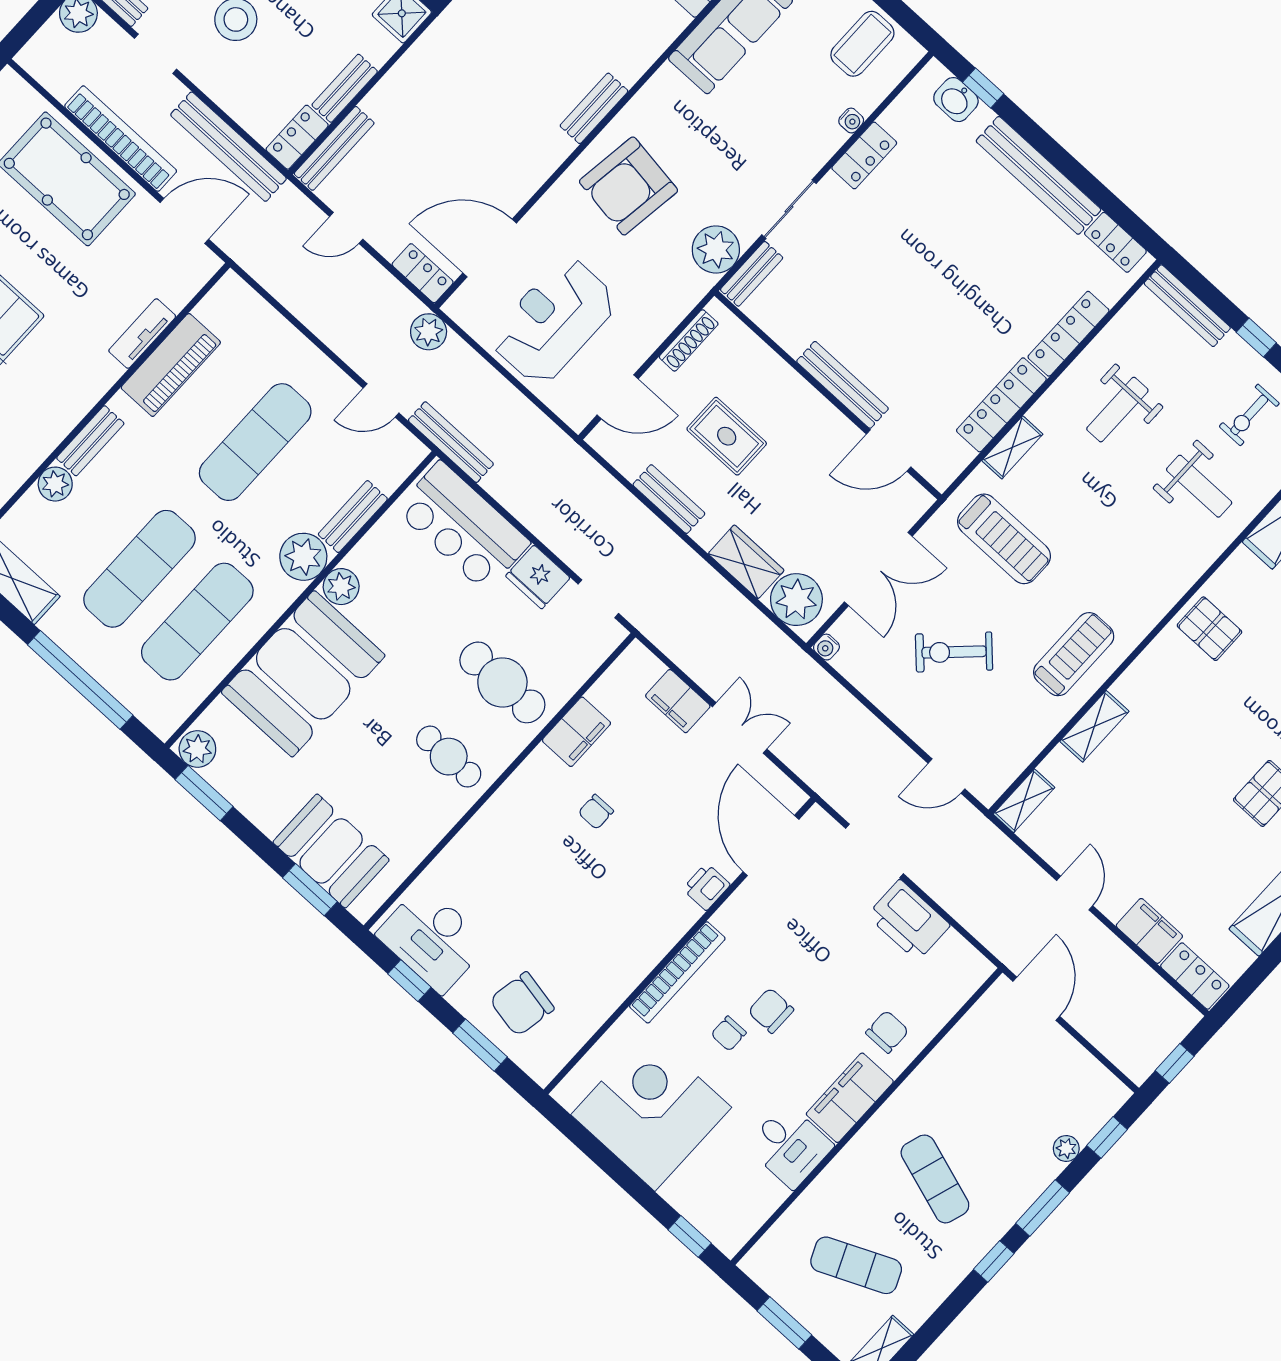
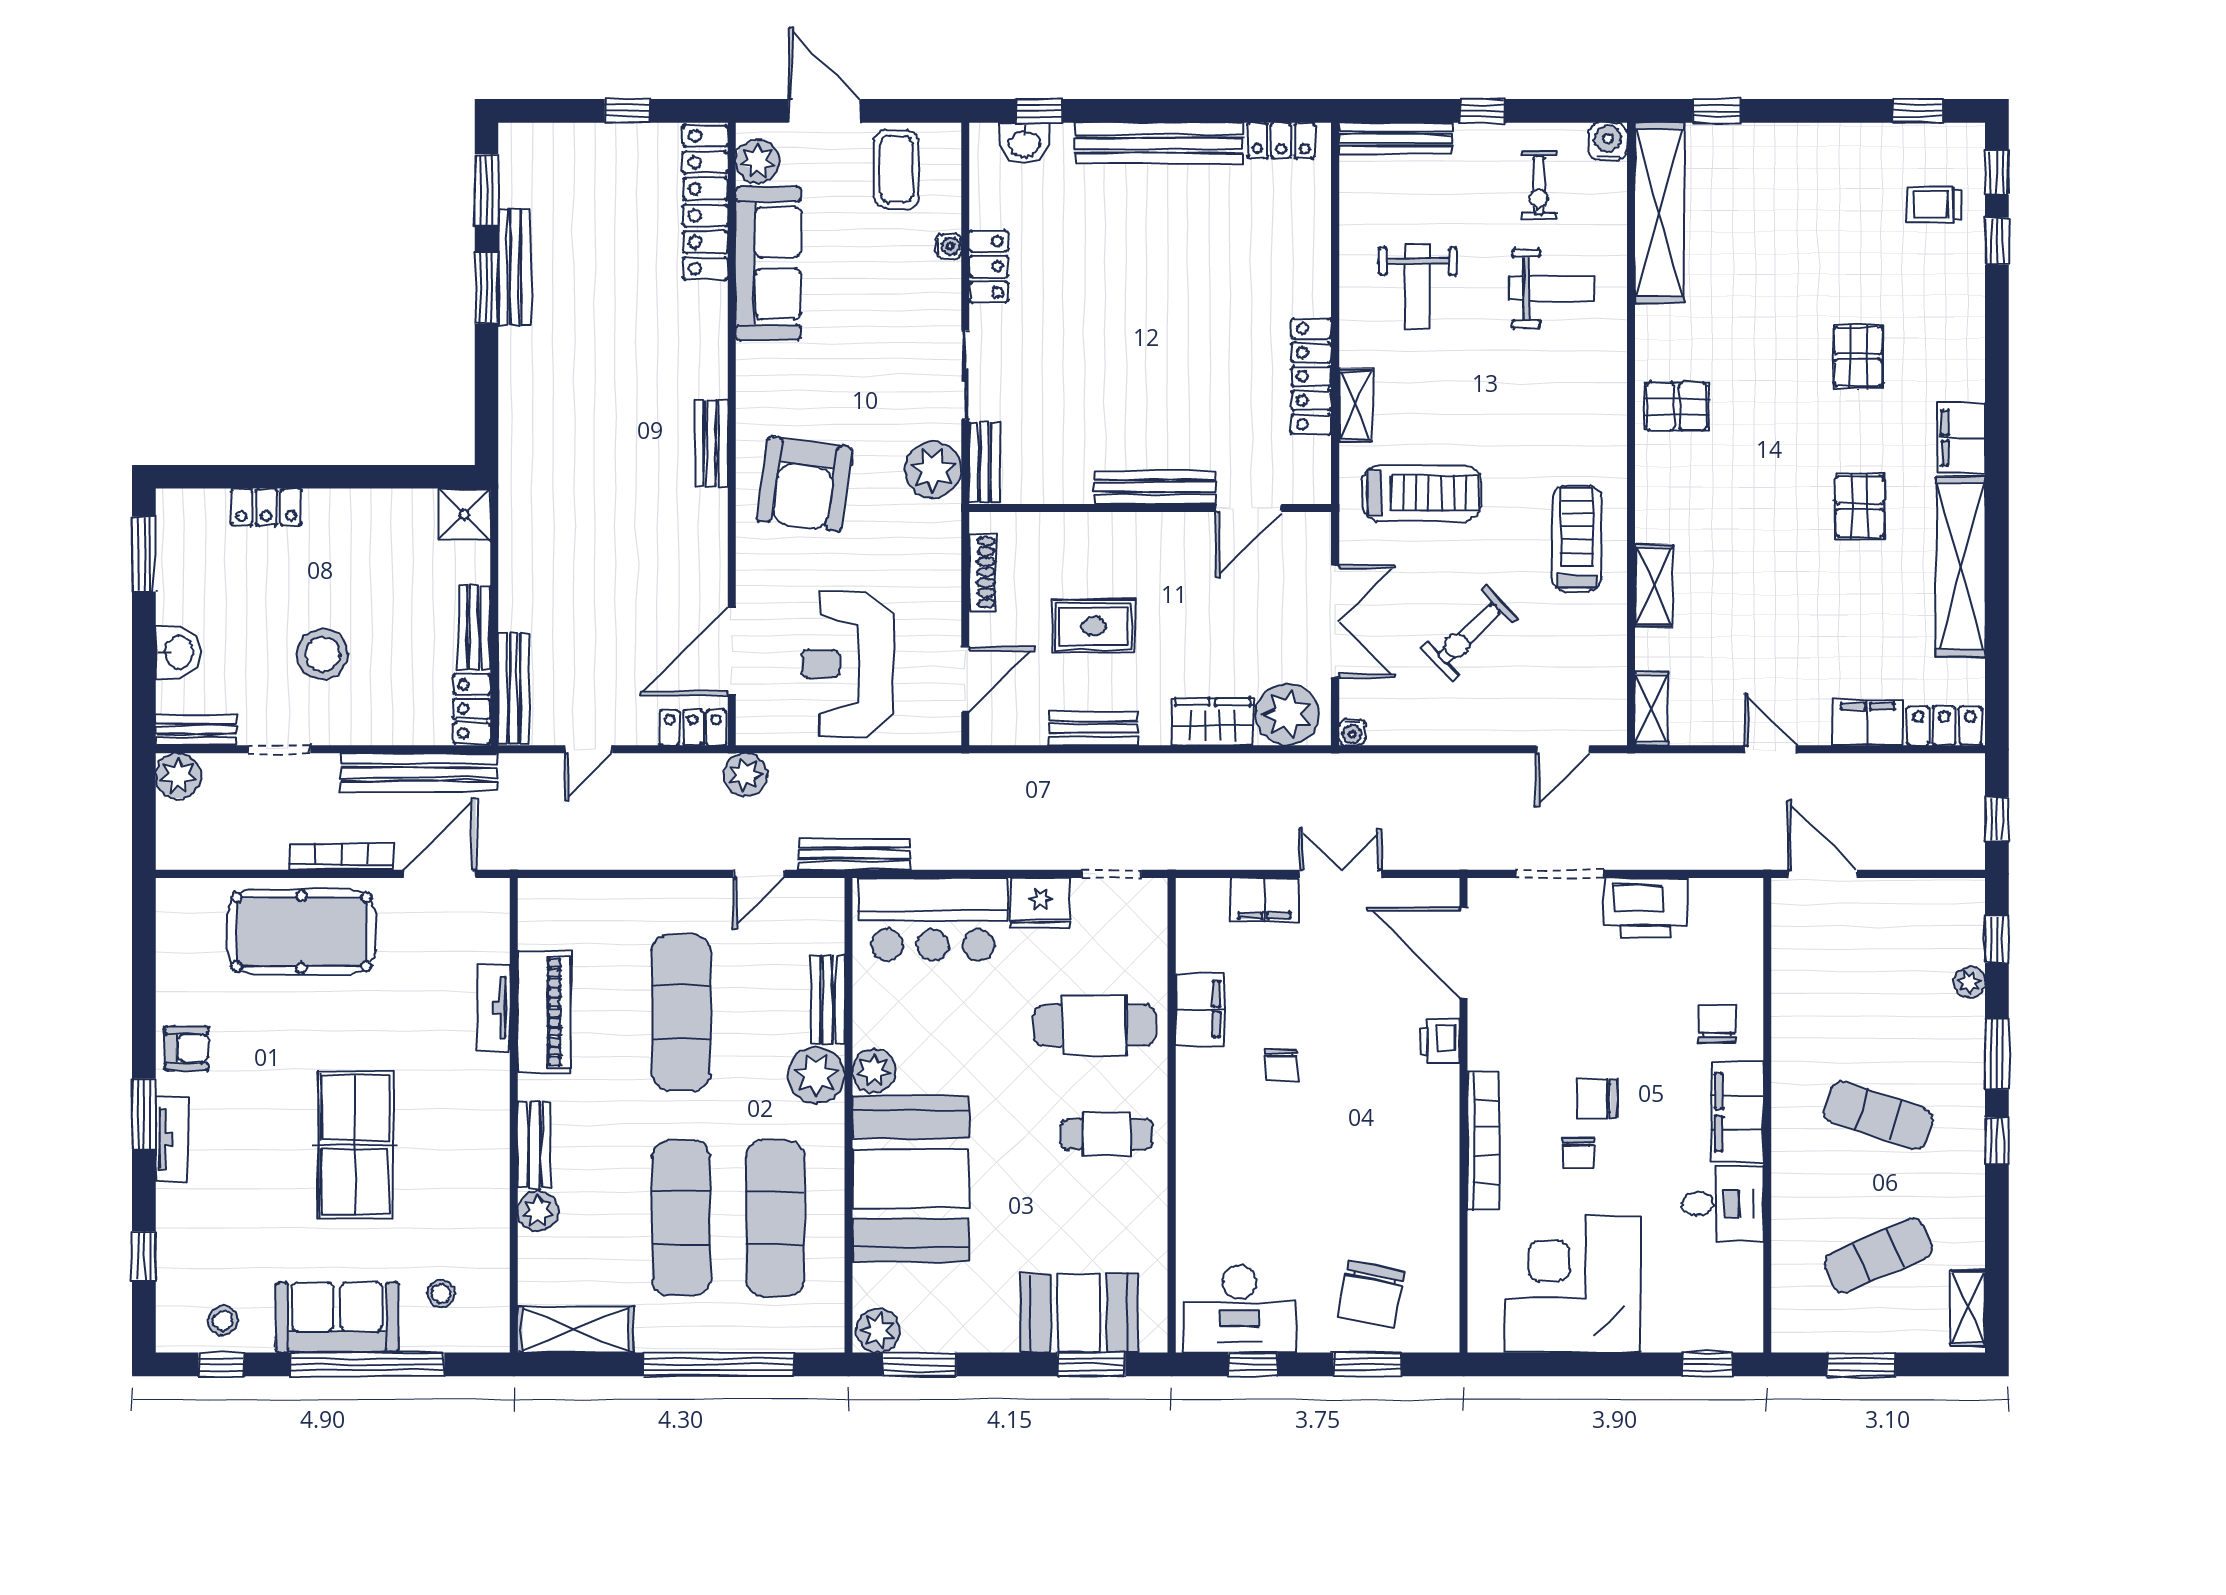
bookcase: (121, 139) -> (342, 857), width x0.68, depth x0.76
locker: (1068, 334) -> (1313, 259), removed

